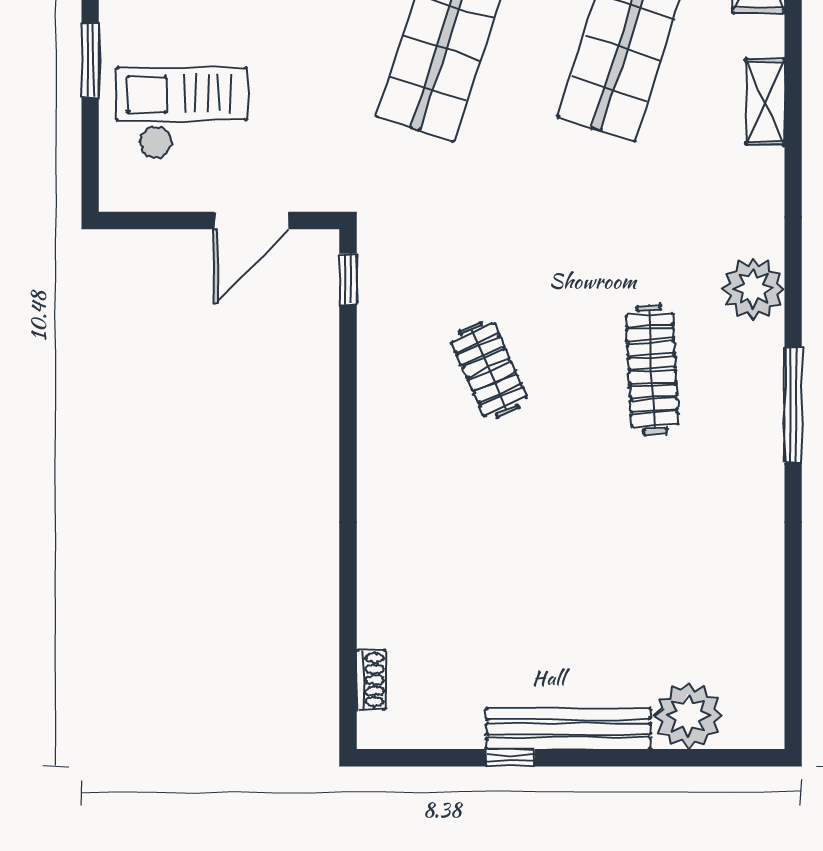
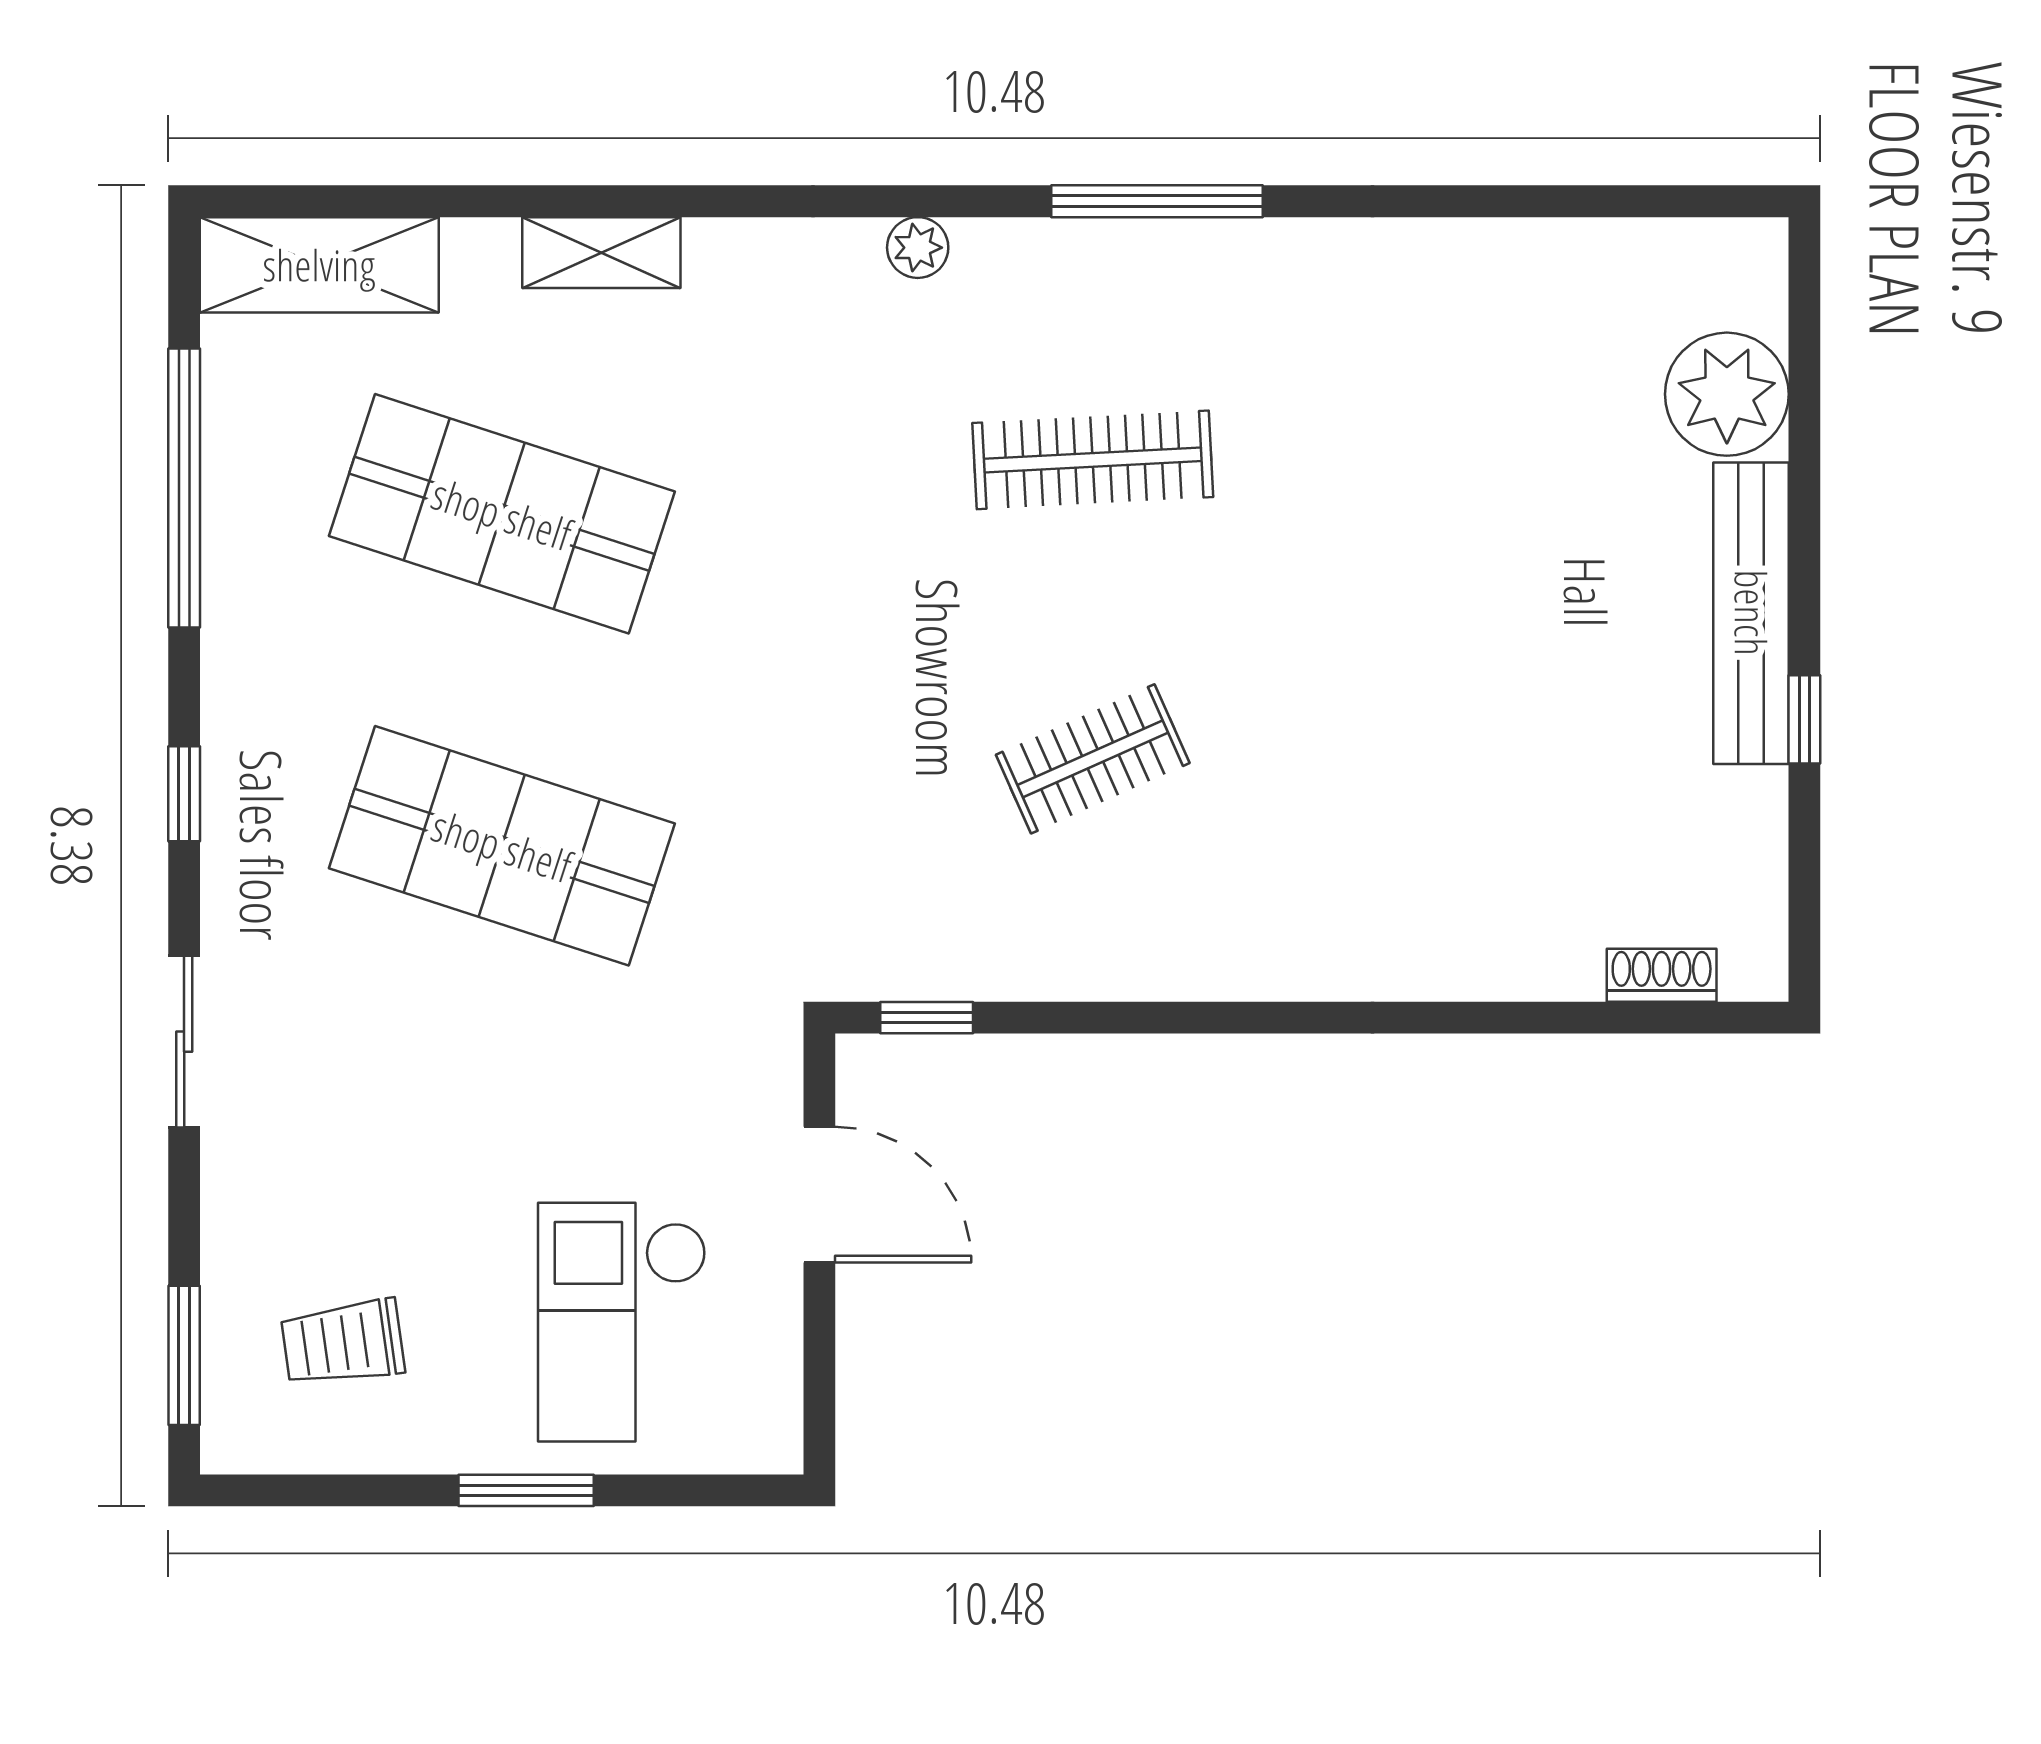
plant: (753, 289) -> (918, 248), width x0.53, depth x0.53

